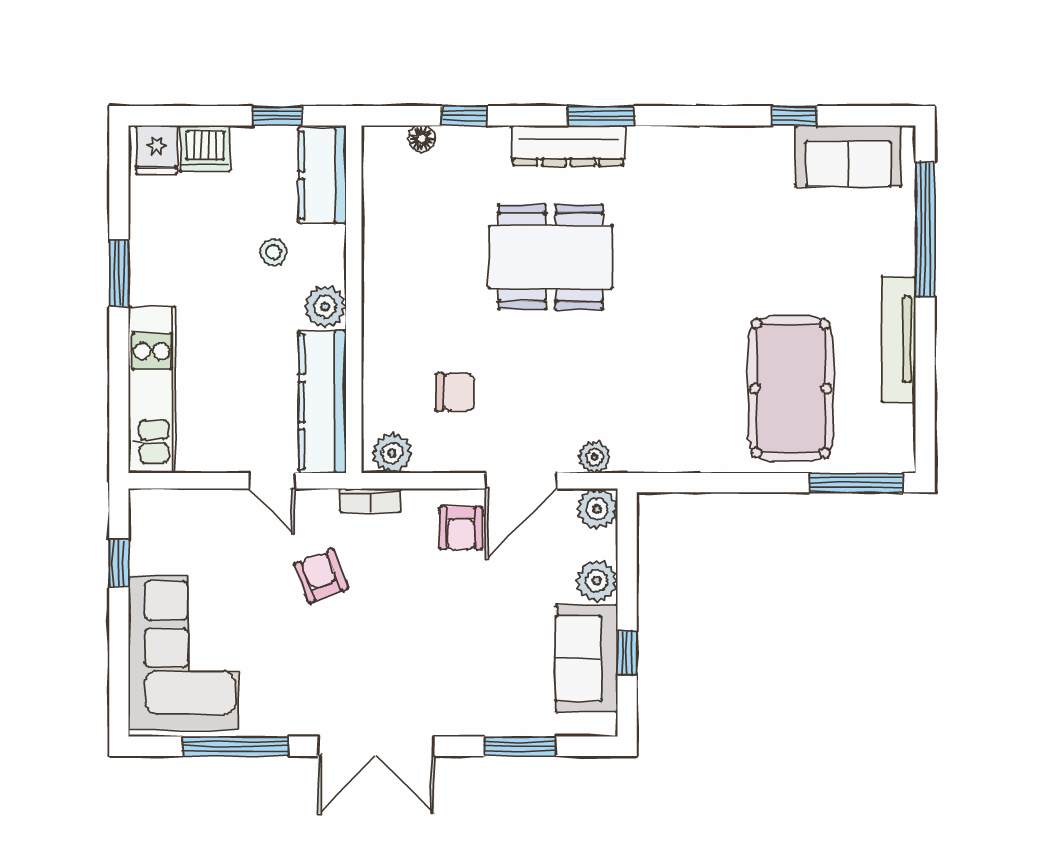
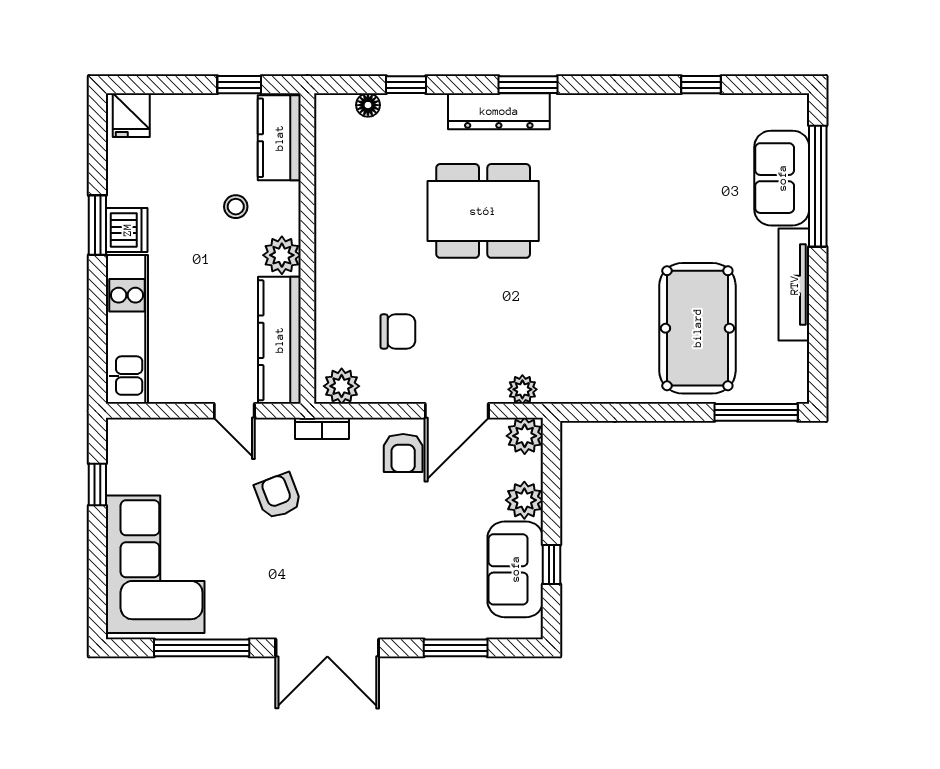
dishwasher: (205, 148) -> (127, 230), moved, turned -90
sofa: (848, 156) -> (782, 178), moved, turned 90

